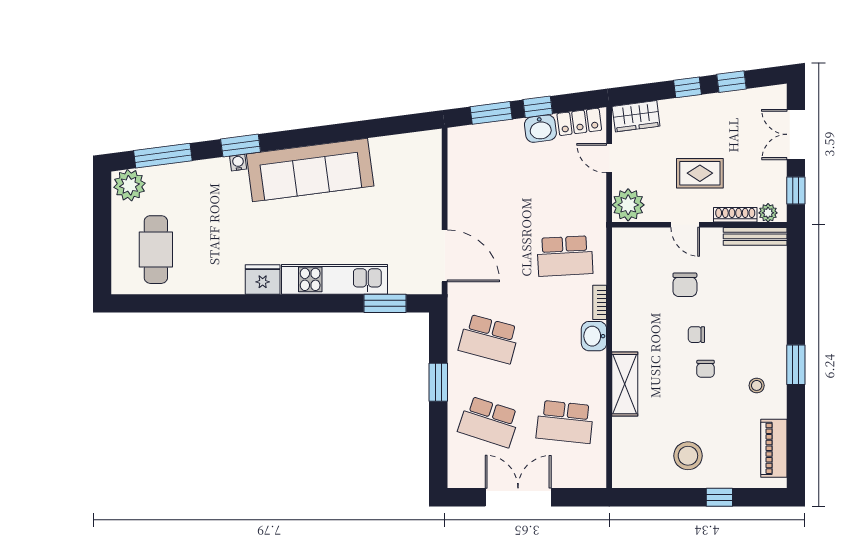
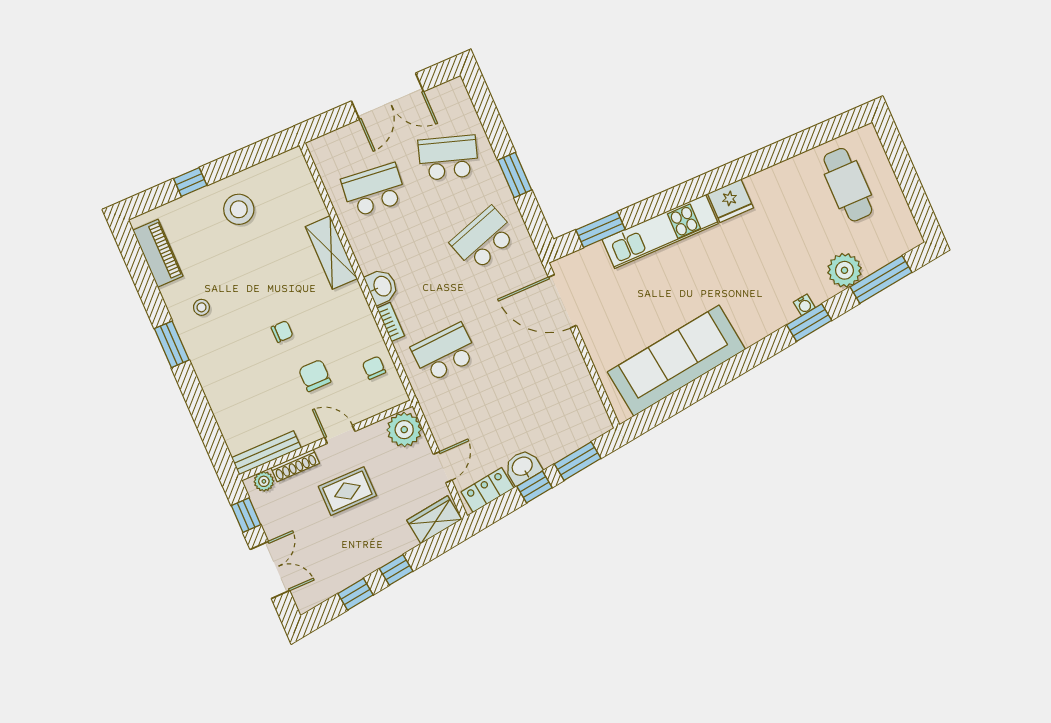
door: (609, 158) -> (443, 467), hinge flipped
sofa: (310, 170) -> (676, 361), moved
plant: (129, 185) -> (844, 270), moved
school desk: (489, 339) -> (484, 239), turned -33
chair: (706, 369) -> (374, 368), moved

